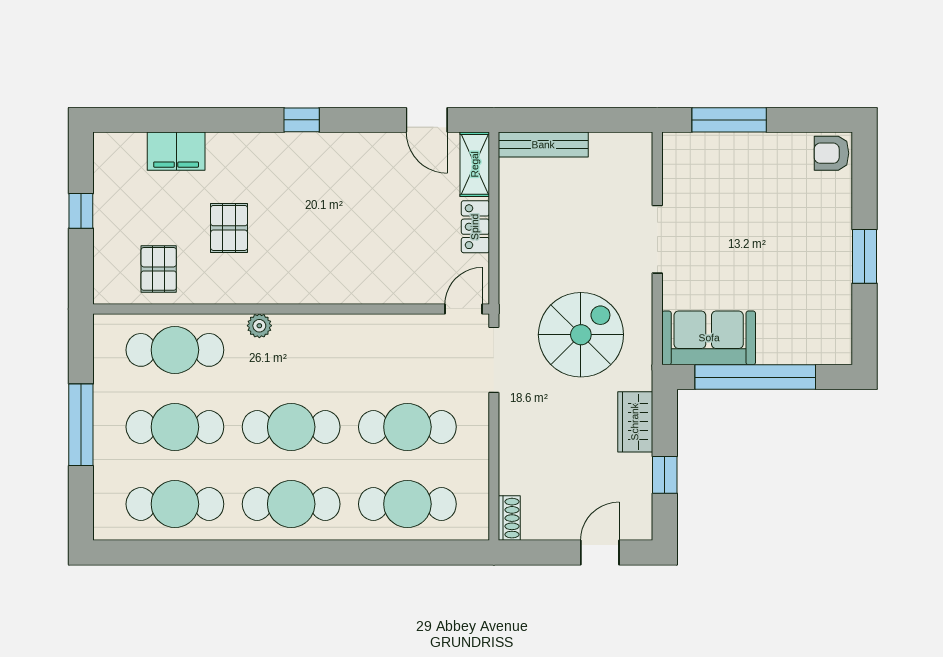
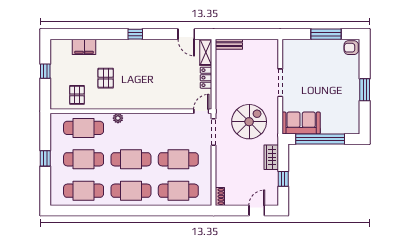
window: (729, 120) -> (326, 34), moved
bench: (543, 145) -> (229, 44), width x0.73
window: (81, 425) -> (45, 158), width x0.46

